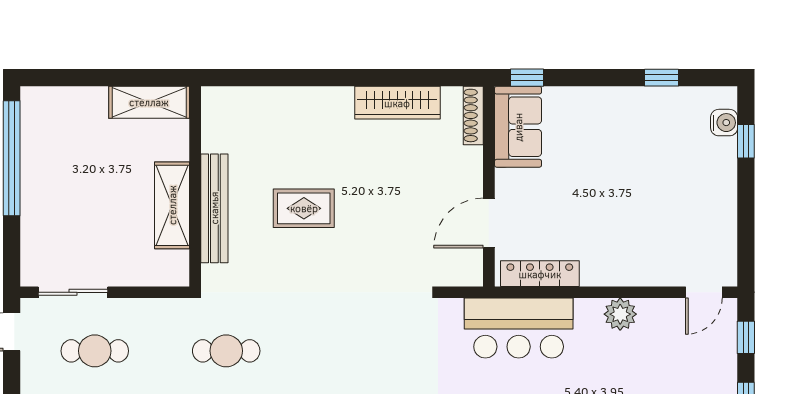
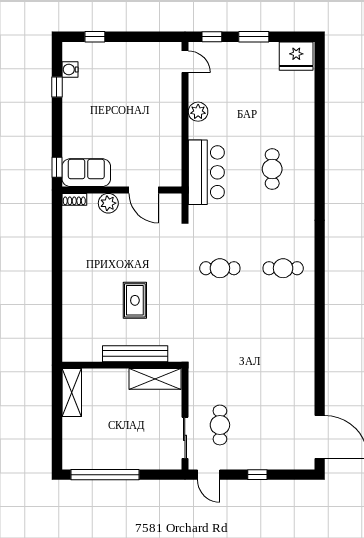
wardrobe: (397, 103) -> (72, 245), removed
shoe rack: (473, 115) -> (74, 199), width x0.70
water cooler: (724, 123) -> (70, 70), moved, turned -90
plant: (467, 164) -> (108, 203), added
shelving: (172, 205) -> (155, 379), moved
locker: (540, 274) -> (174, 160), removed
cafe table: (226, 351) -> (220, 268), moved, turned 90

